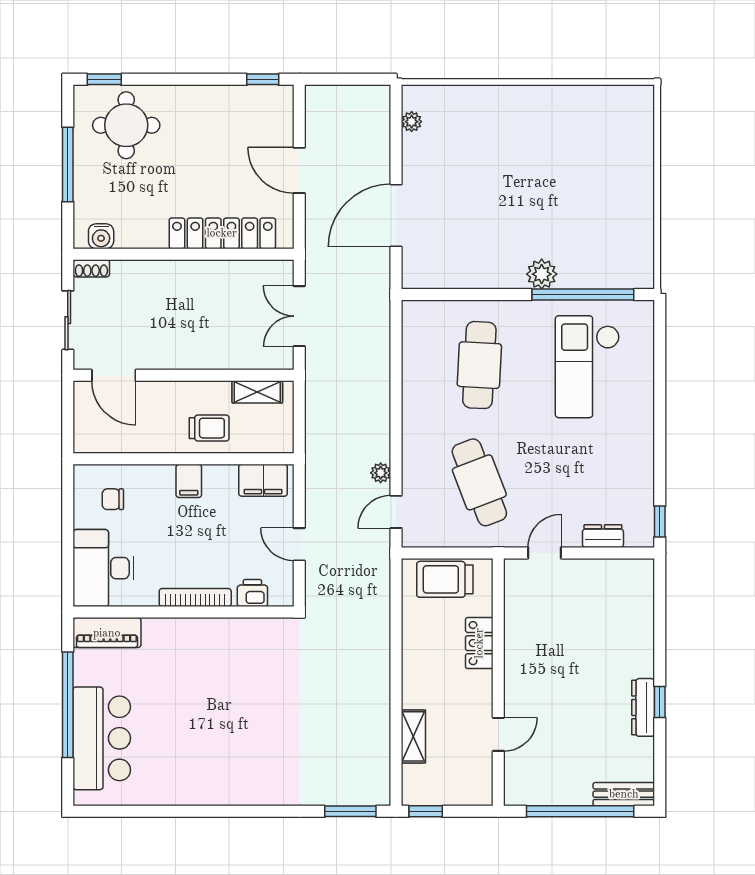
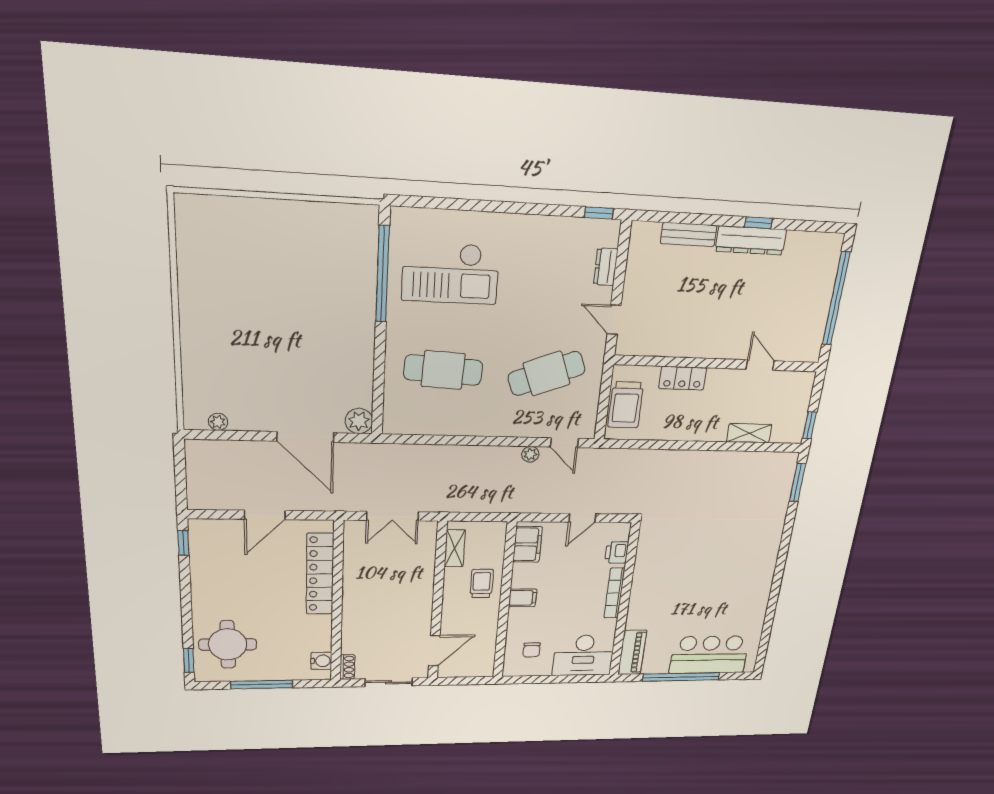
plant: (542, 274) -> (359, 421), moved
dresser: (643, 707) -> (751, 240), width x1.37, depth x1.24
bench: (624, 794) -> (689, 235), moved, turned 90

